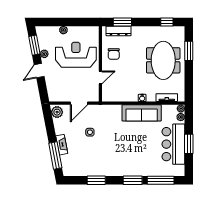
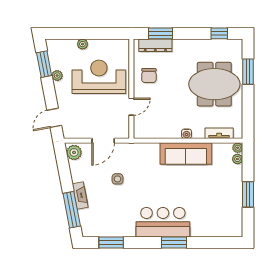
meeting table: (163, 60) -> (214, 84), turned 90
door: (39, 71) -> (54, 118), moved
bar counter: (173, 144) -> (163, 222), moved, turned 90
window: (96, 180) -> (111, 242), moved
window: (161, 180) -> (211, 242), removed

